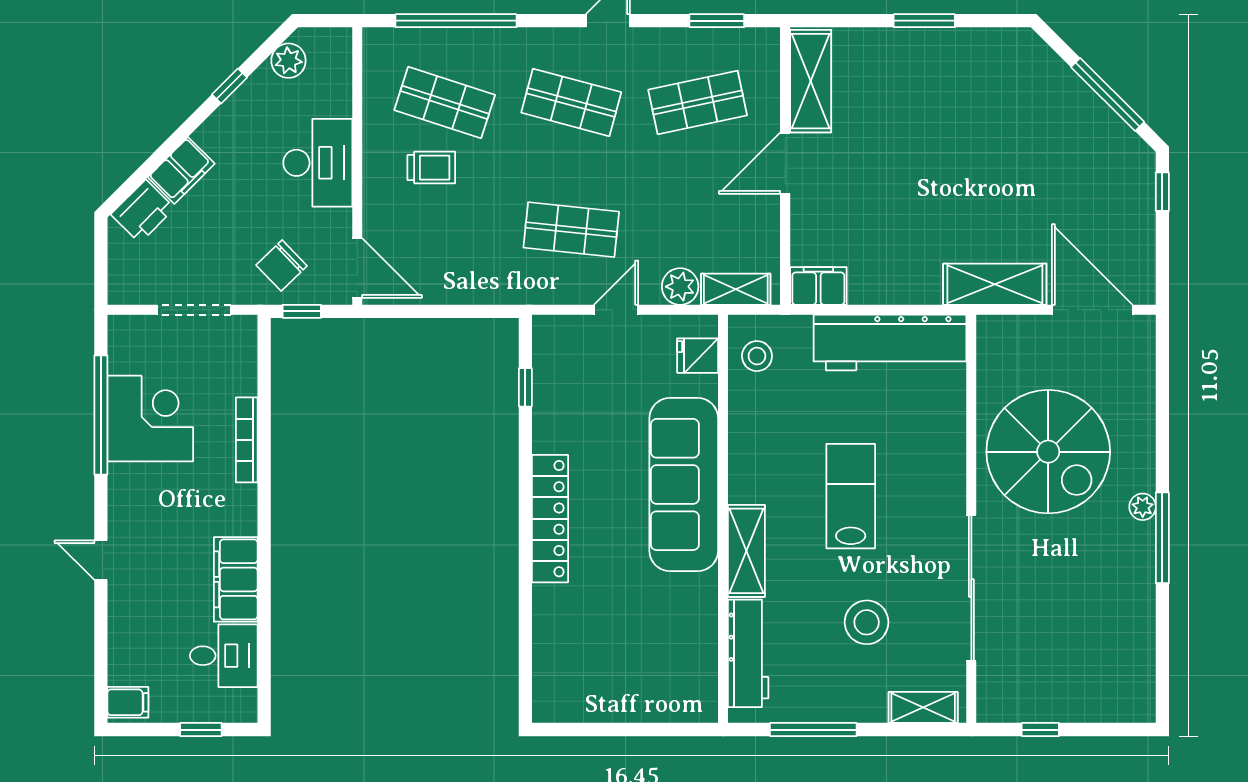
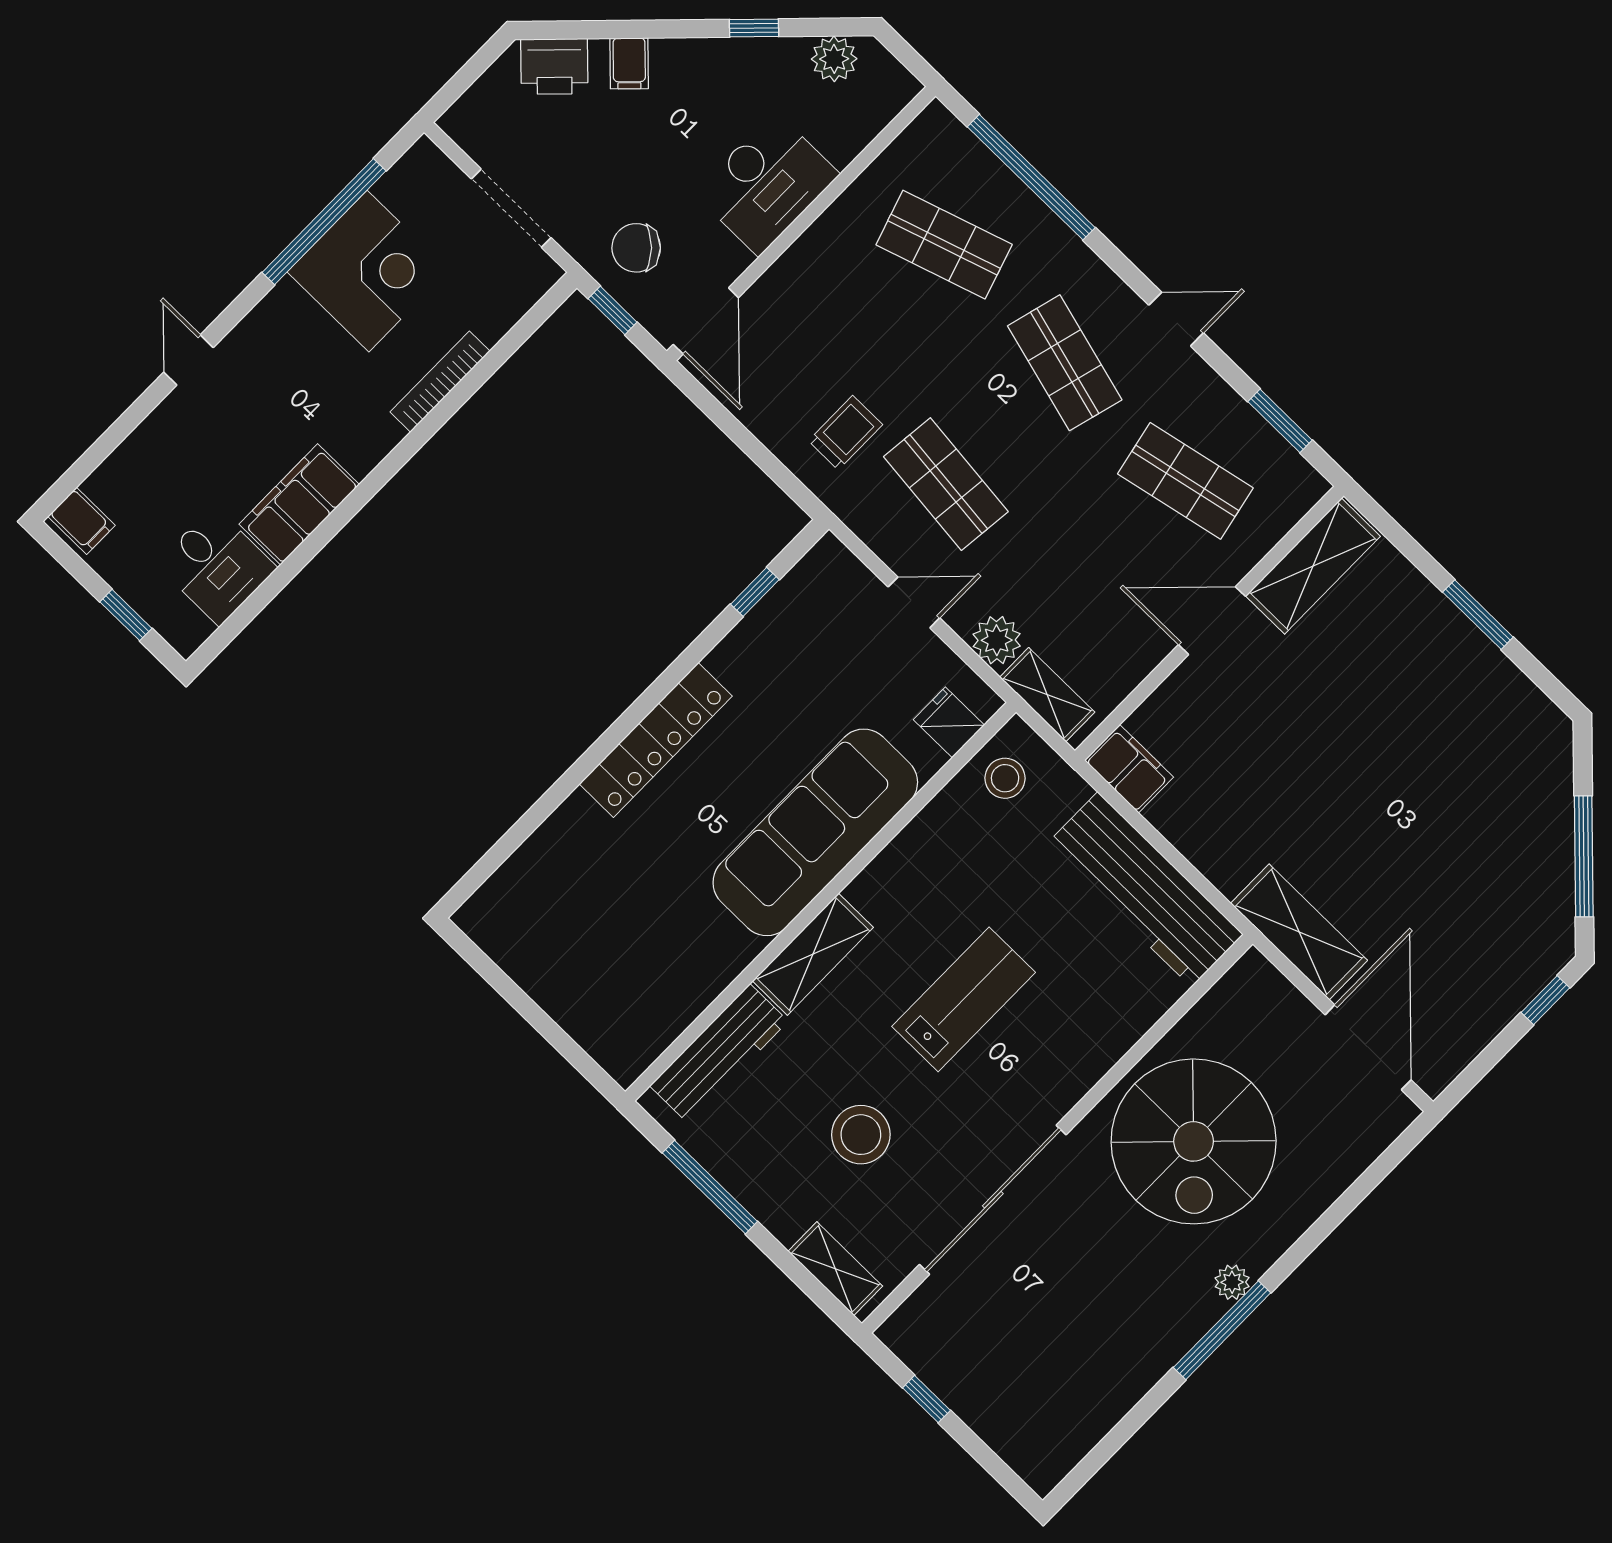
shop shelf: (445, 102) -> (944, 245), turned -36
trolley: (431, 168) -> (845, 433), moved, turned -90
filing cabinet: (181, 170) -> (629, 63), width x0.50

